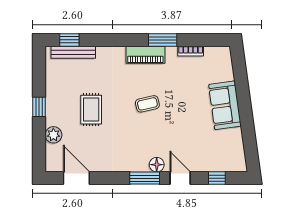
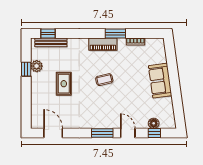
window: (39, 107) -> (26, 69), moved
plant: (53, 135) -> (37, 66), moved
floor lamp: (157, 165) -> (154, 123), moved

